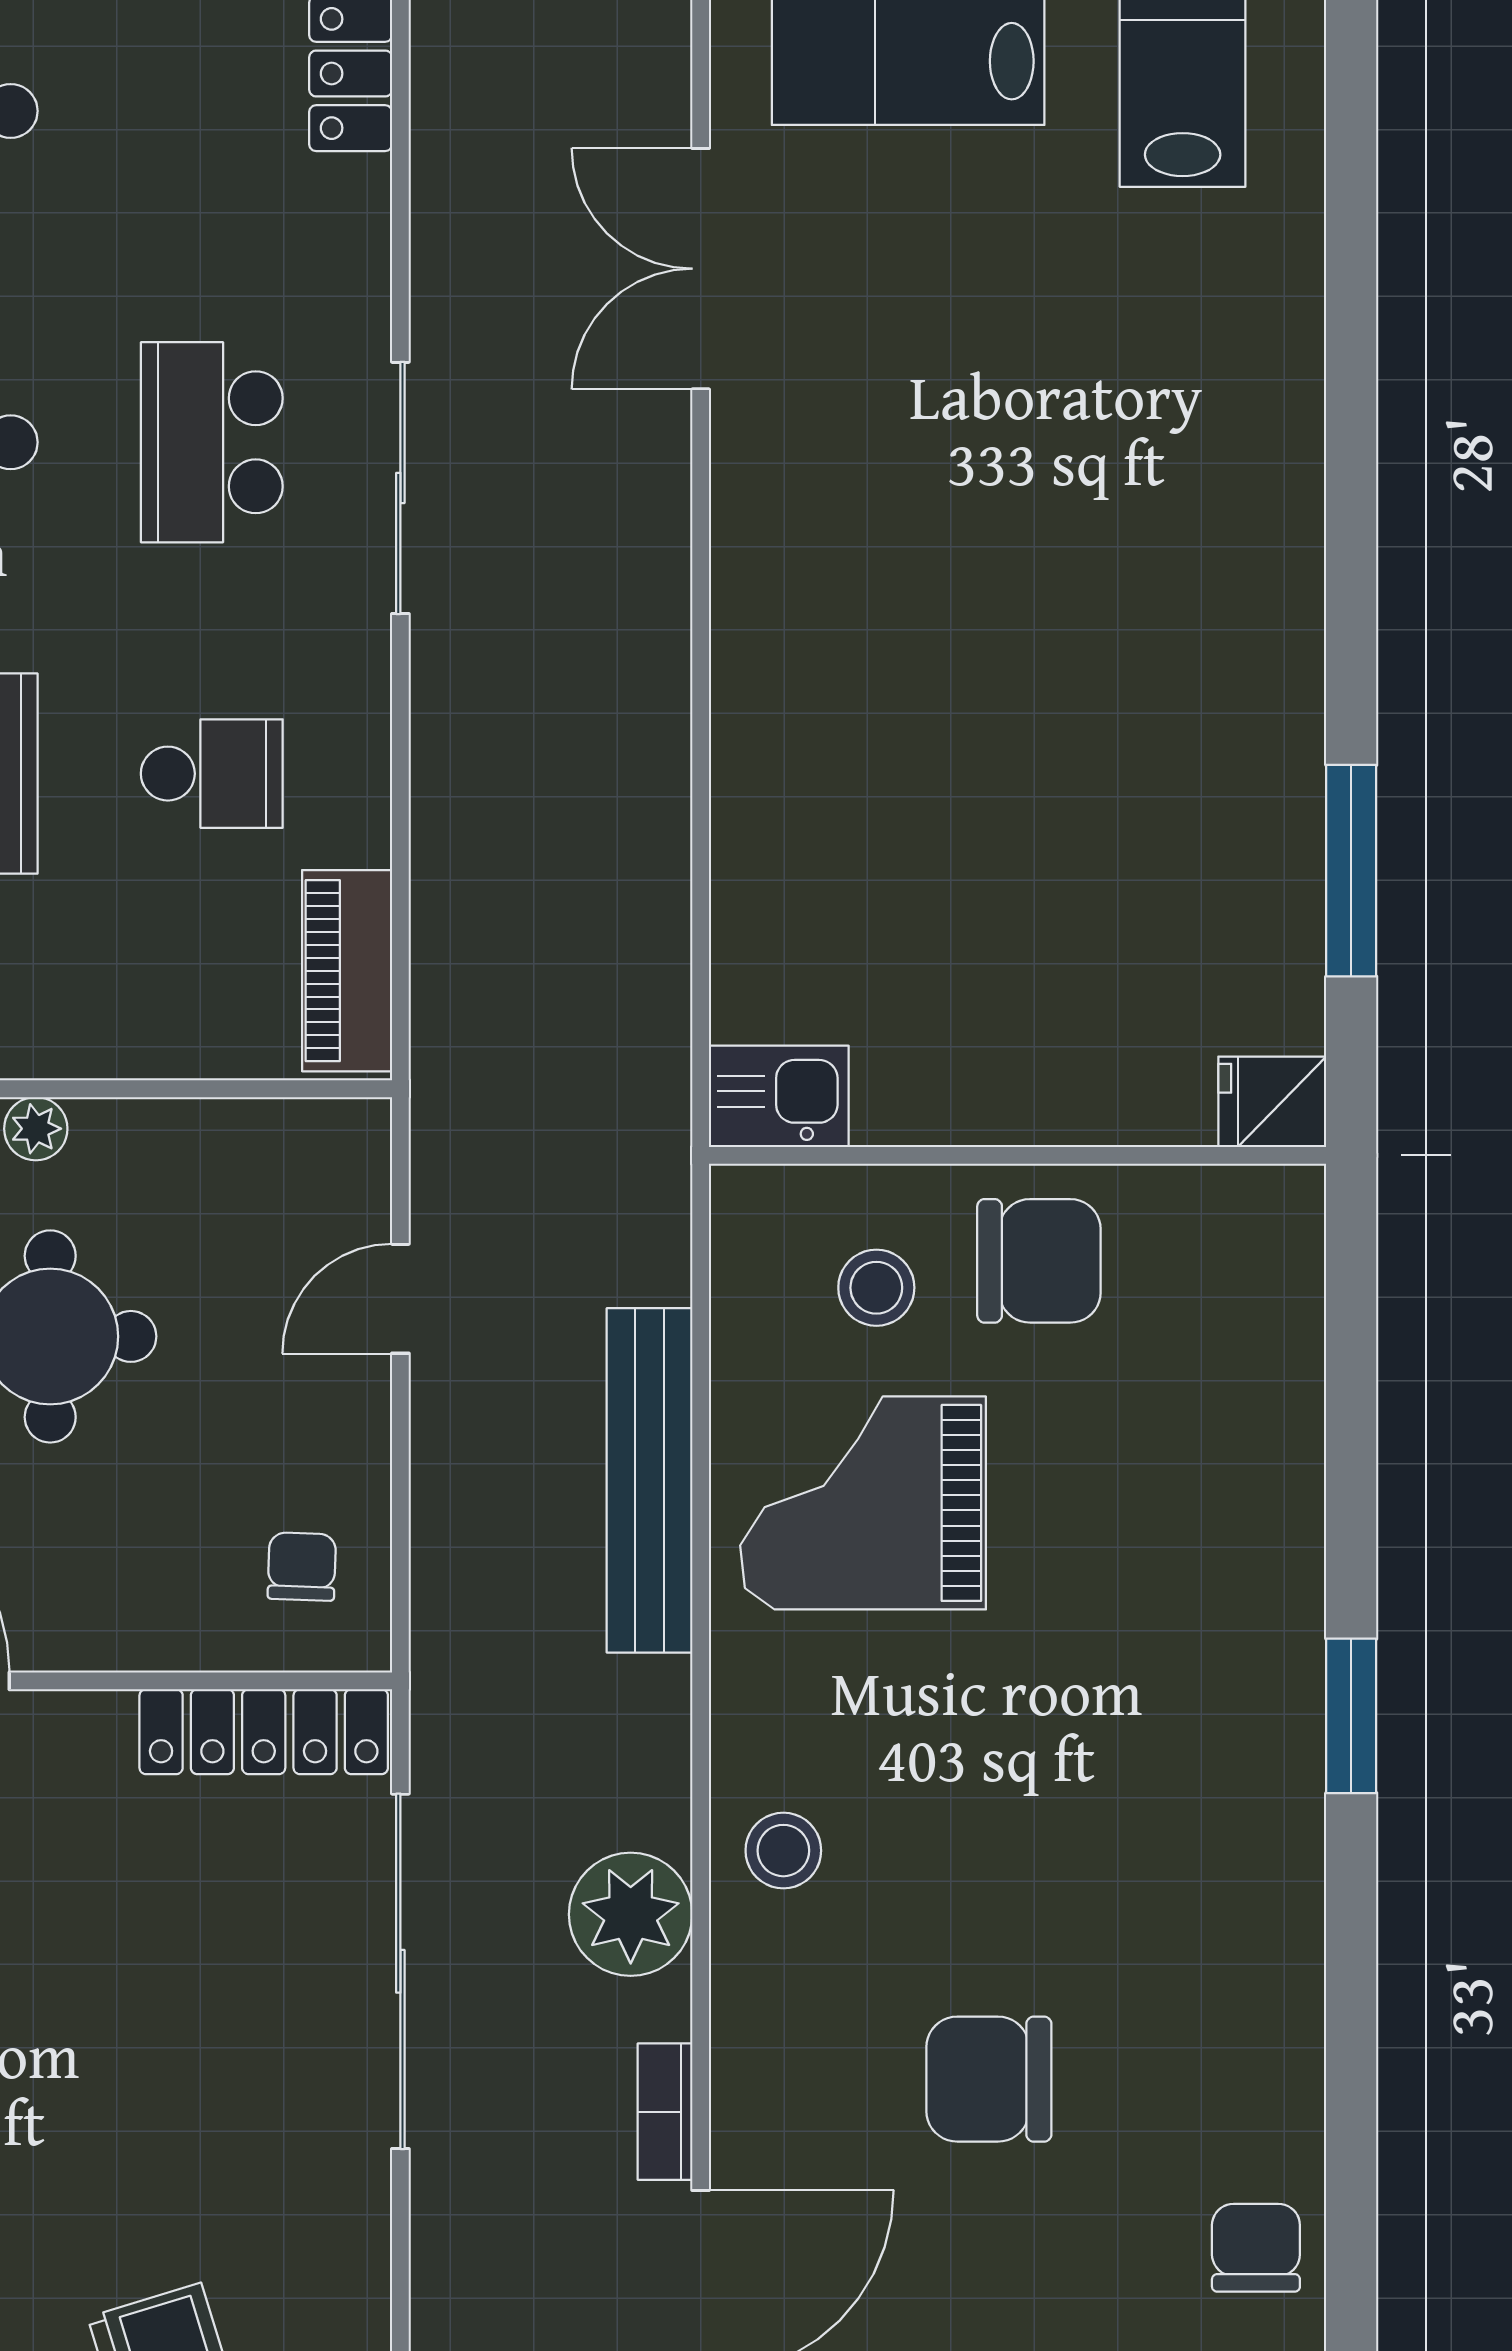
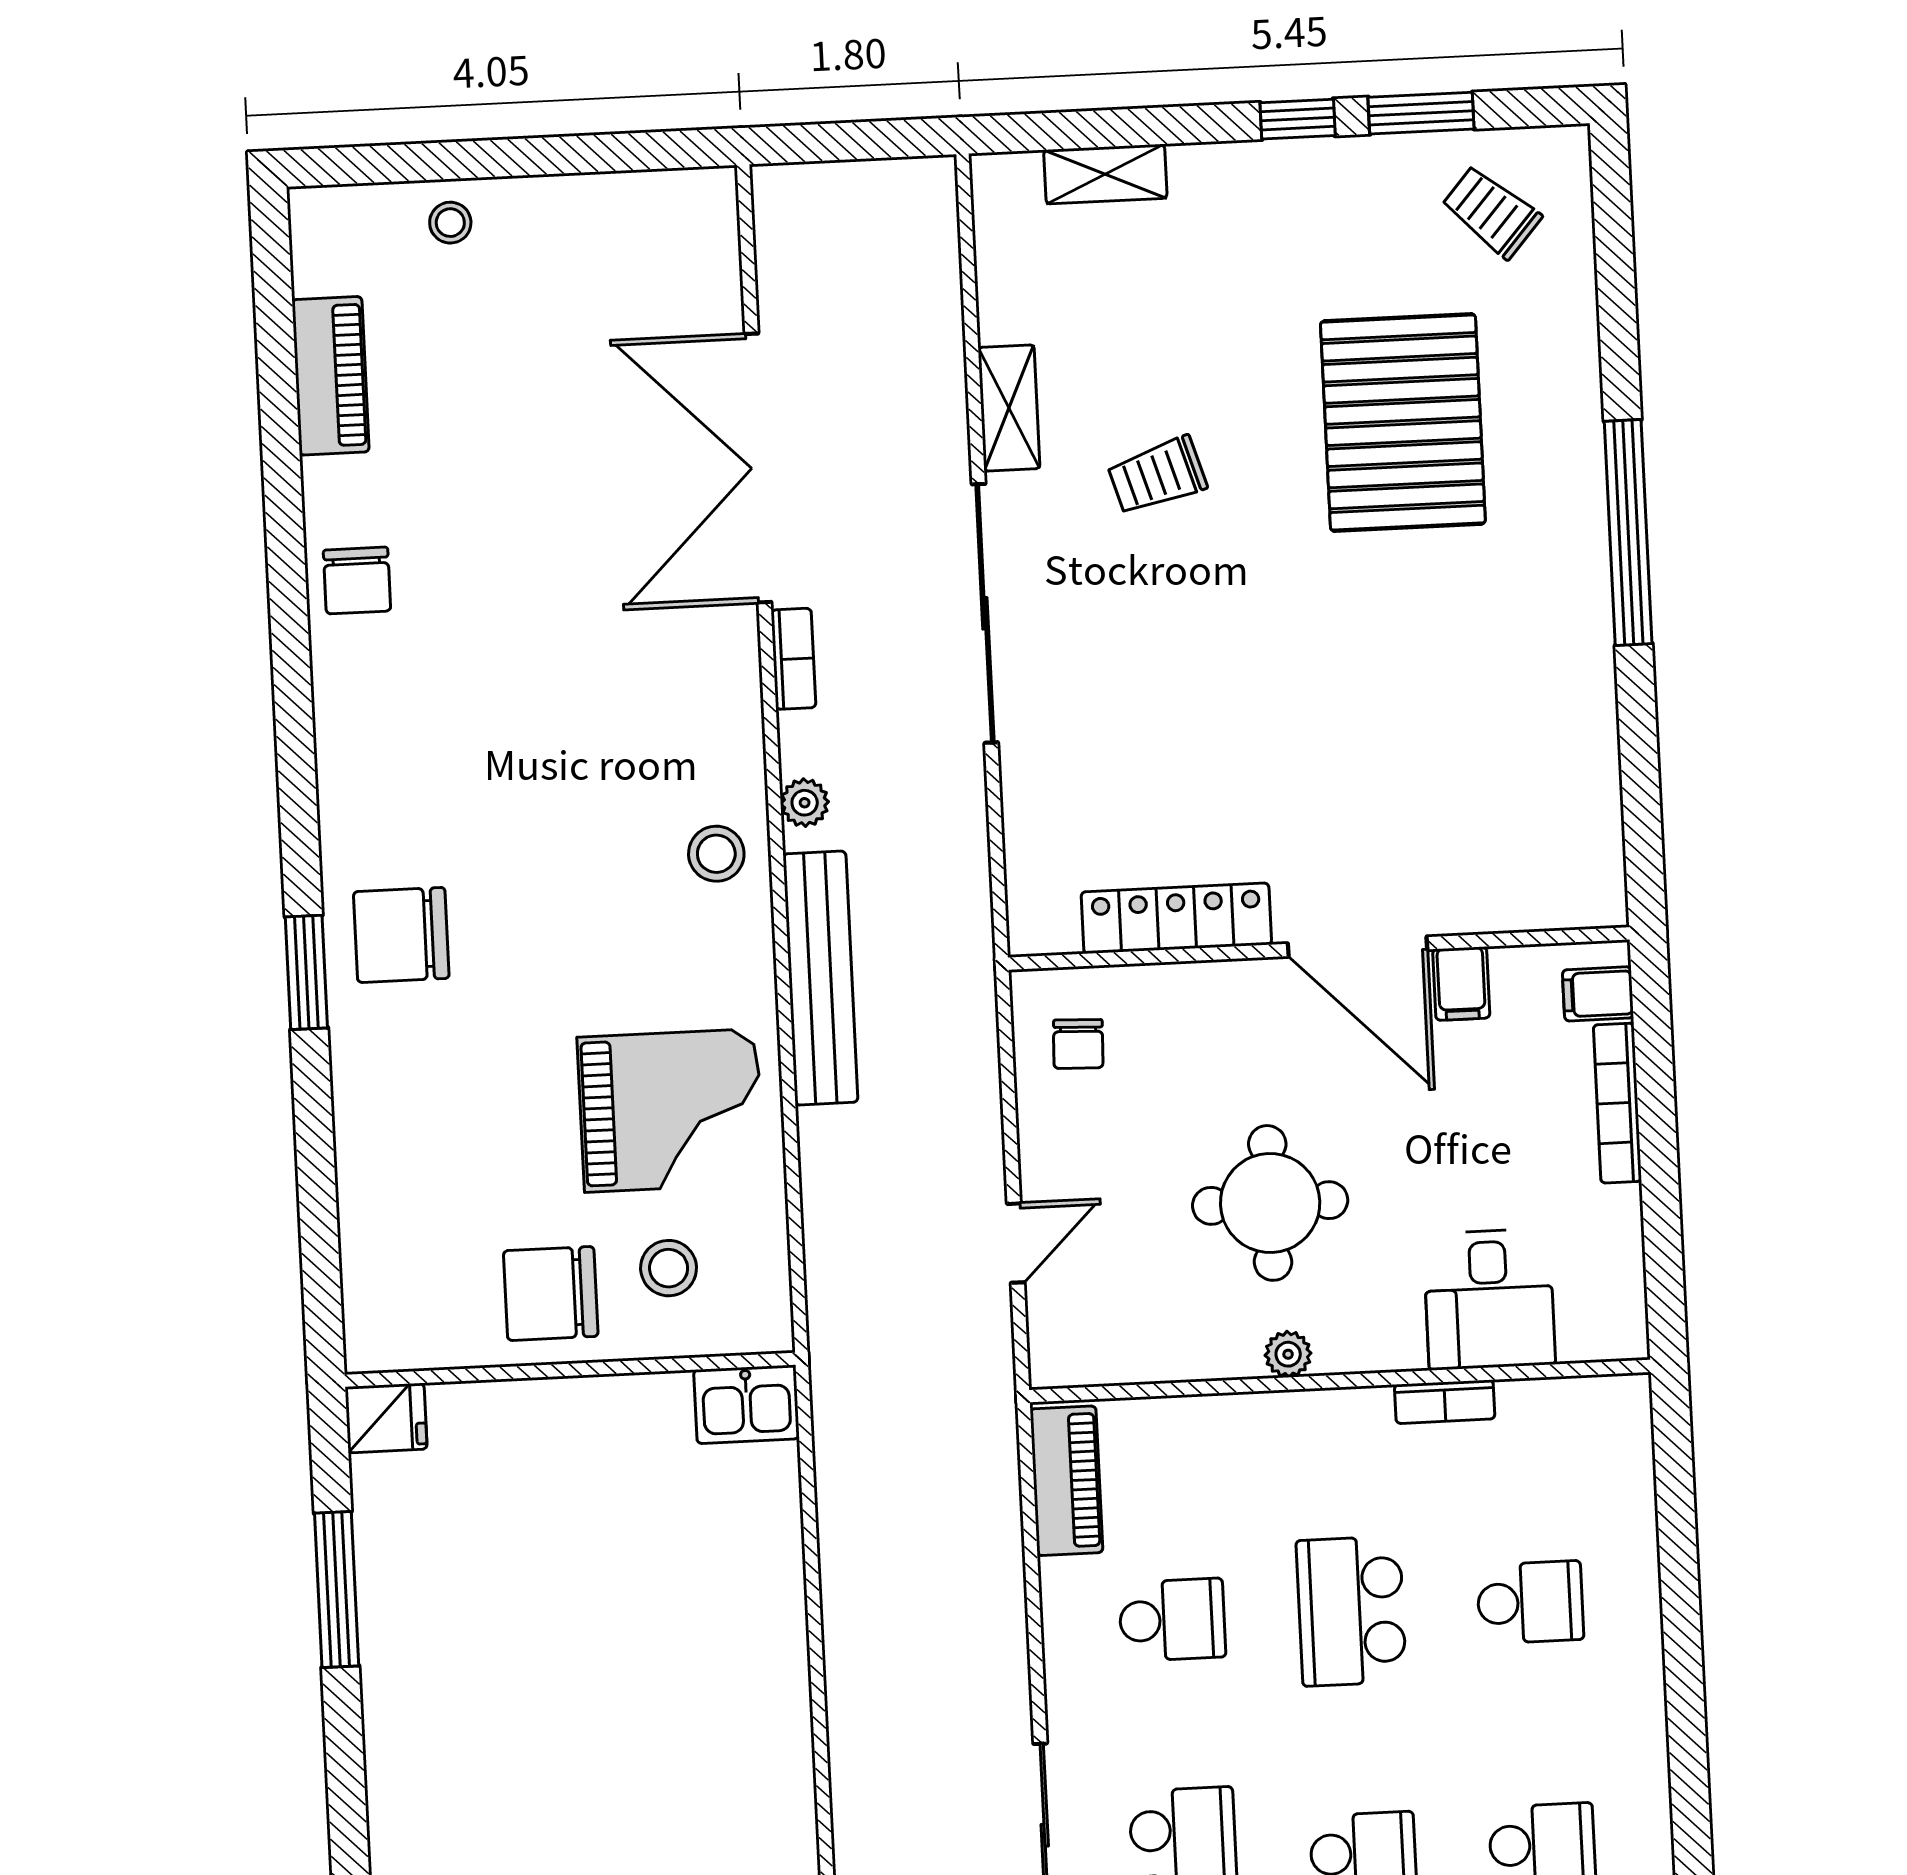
school desk: (212, 774) -> (1172, 1620), turned 180
bench: (649, 1480) -> (820, 978), moved
locker: (264, 1732) -> (1176, 918), moved
plant: (631, 1914) -> (805, 803), width x0.53, depth x0.53
sliding door: (400, 1971) -> (985, 613), moved
chair: (989, 2079) -> (401, 935), moved, turned 180

